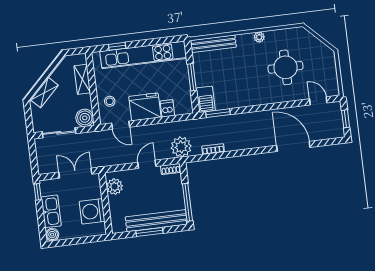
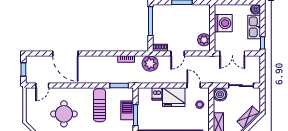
sun lounger: (241, 84) -> (99, 105), added
barbecue: (206, 99) -> (127, 110), moved
door: (318, 101) -> (42, 86), hinge flipped
bench: (156, 221) -> (176, 10), removed

